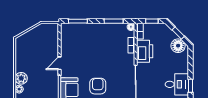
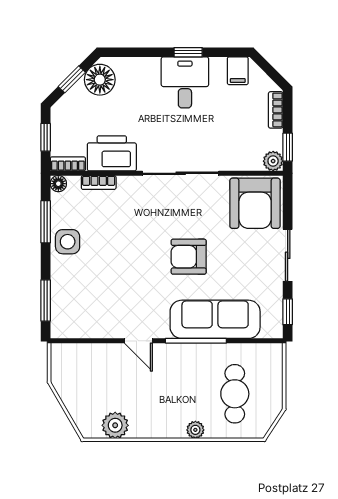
side table: (105, 31) -> (68, 242), added
plant: (21, 78) -> (115, 425), moved

